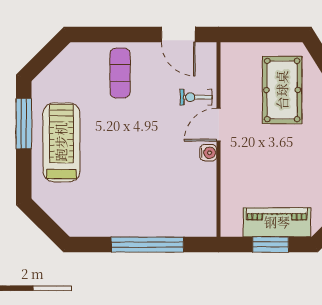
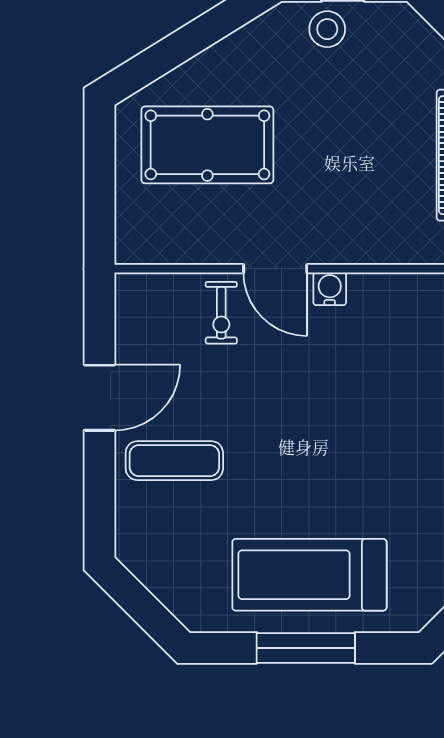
door: (178, 35) -> (99, 398), moved
window: (24, 124) -> (306, 648), moved

